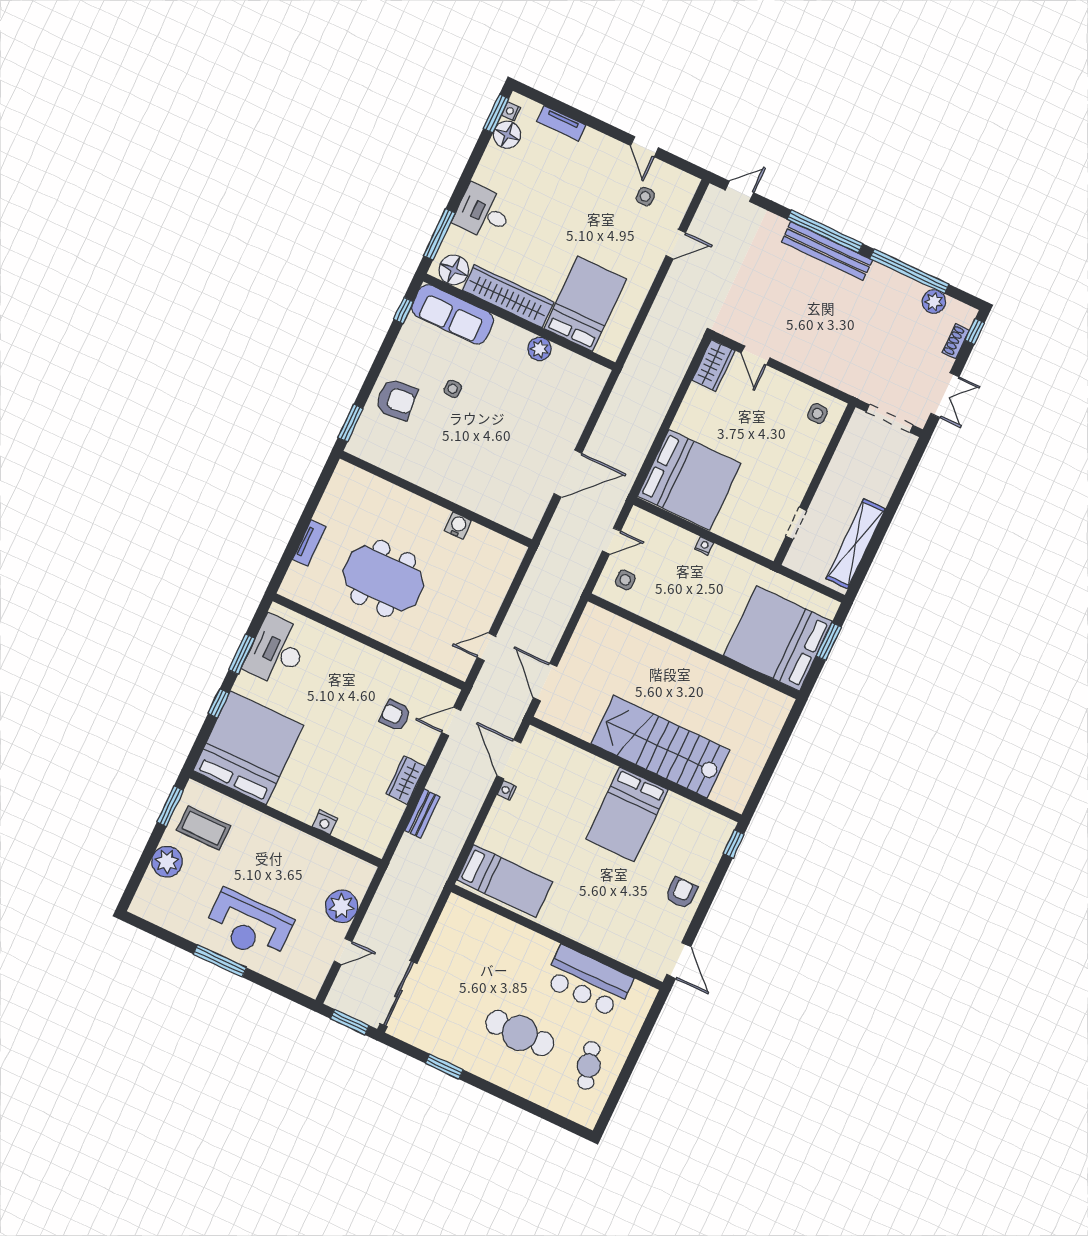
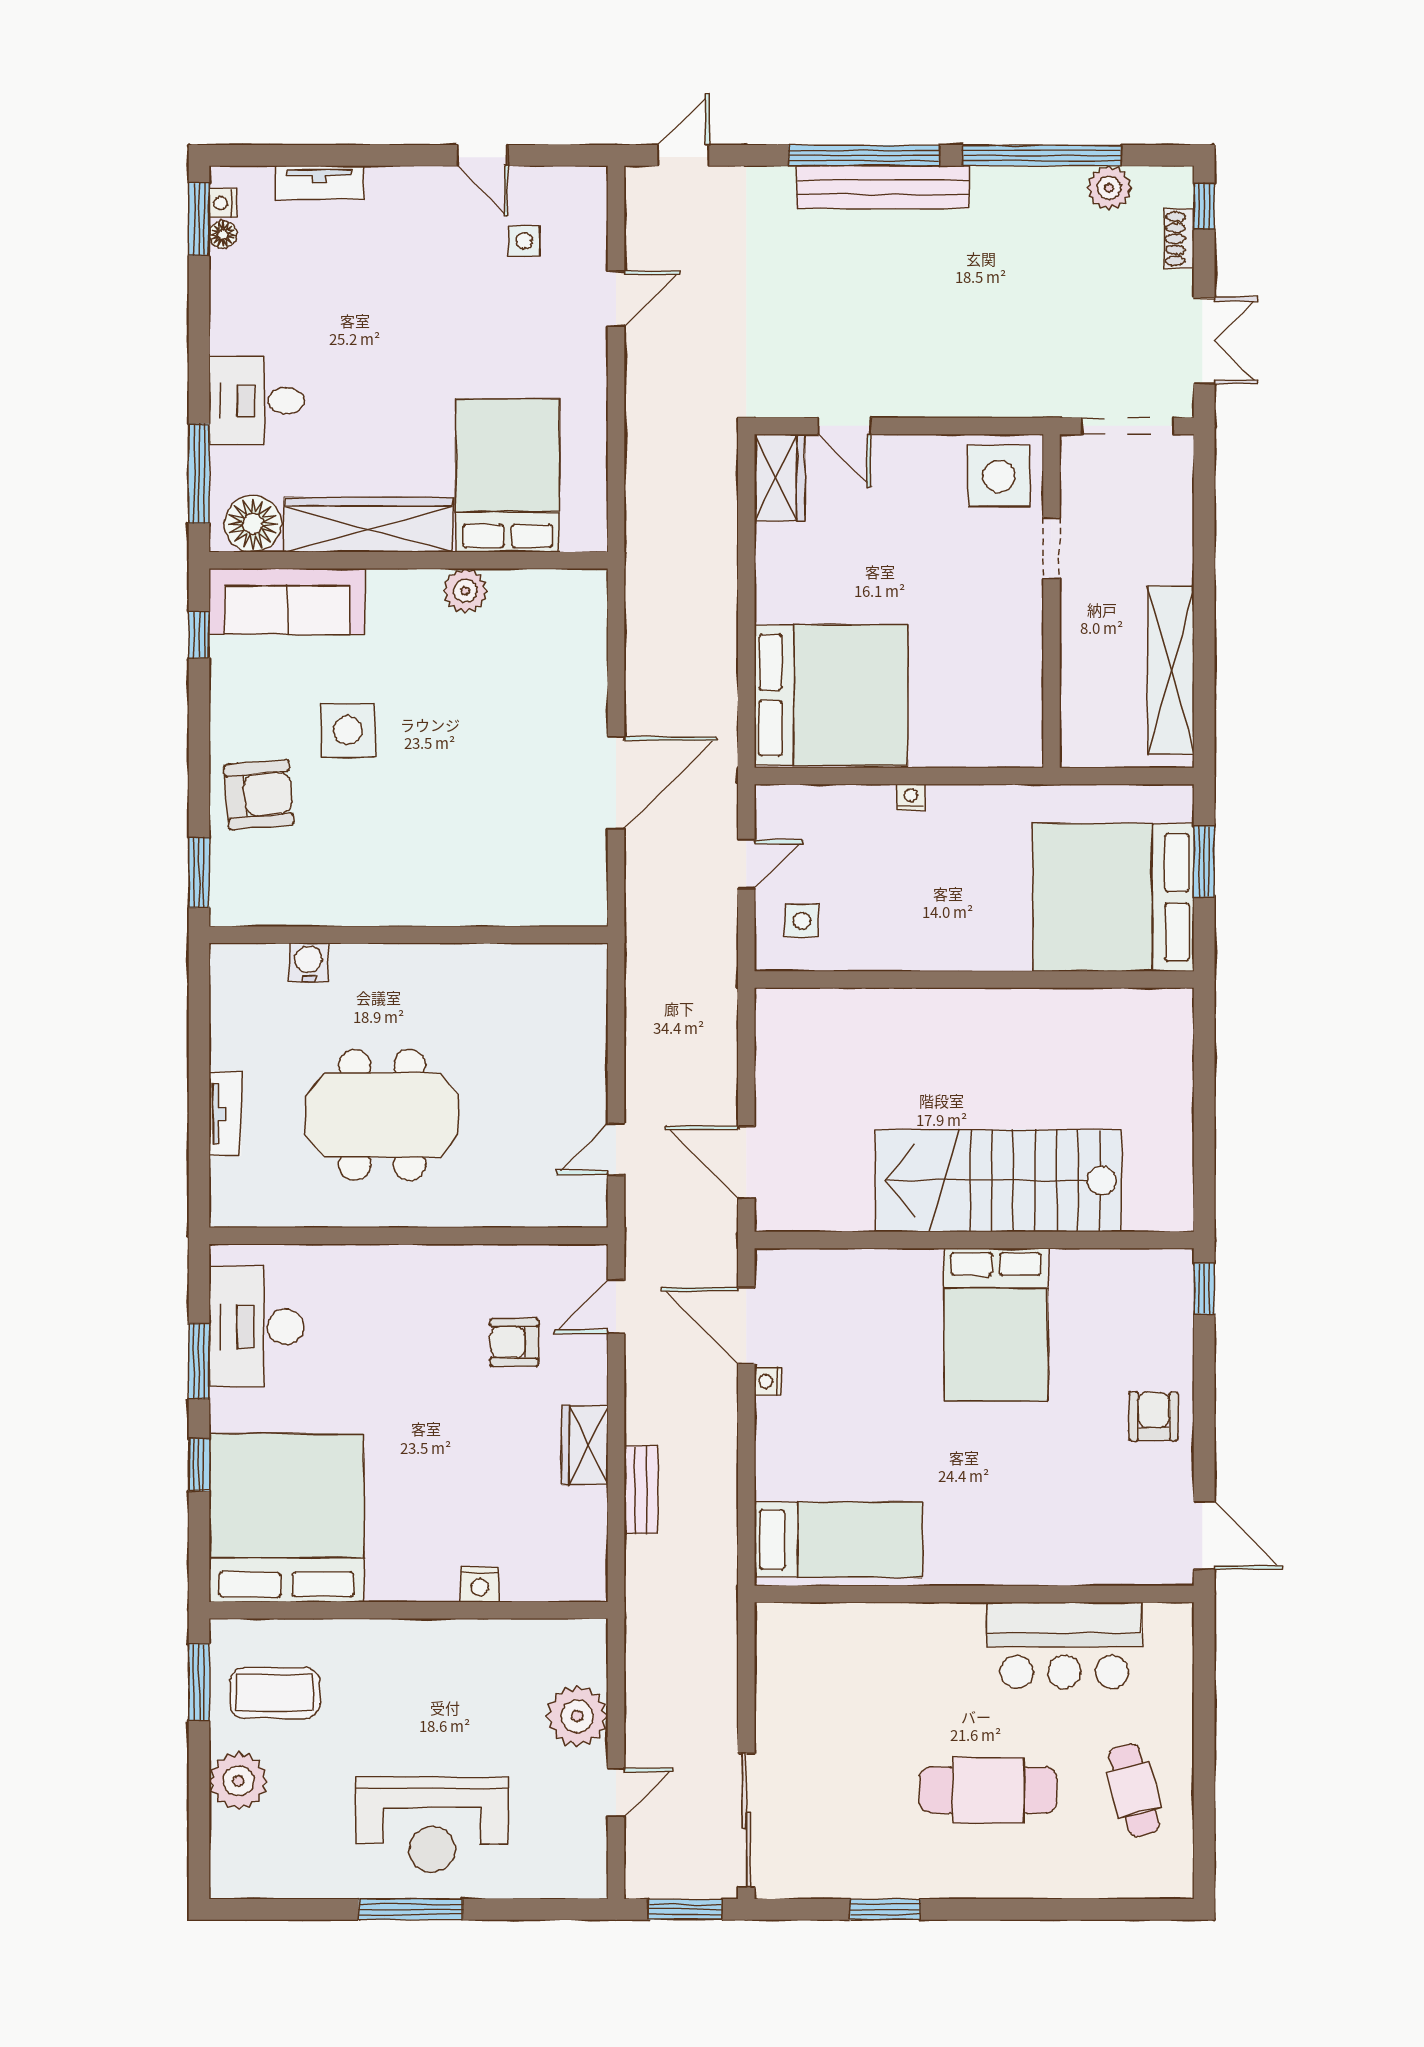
floor lamp: (507, 135) -> (223, 234), width x0.53, depth x0.53
side table: (453, 389) -> (348, 730), width x1.87, depth x1.87
side table: (817, 414) -> (999, 476), width x1.87, depth x1.87
doorway: (796, 523) -> (1052, 548), moved
water cooler: (458, 526) -> (308, 962), moved

